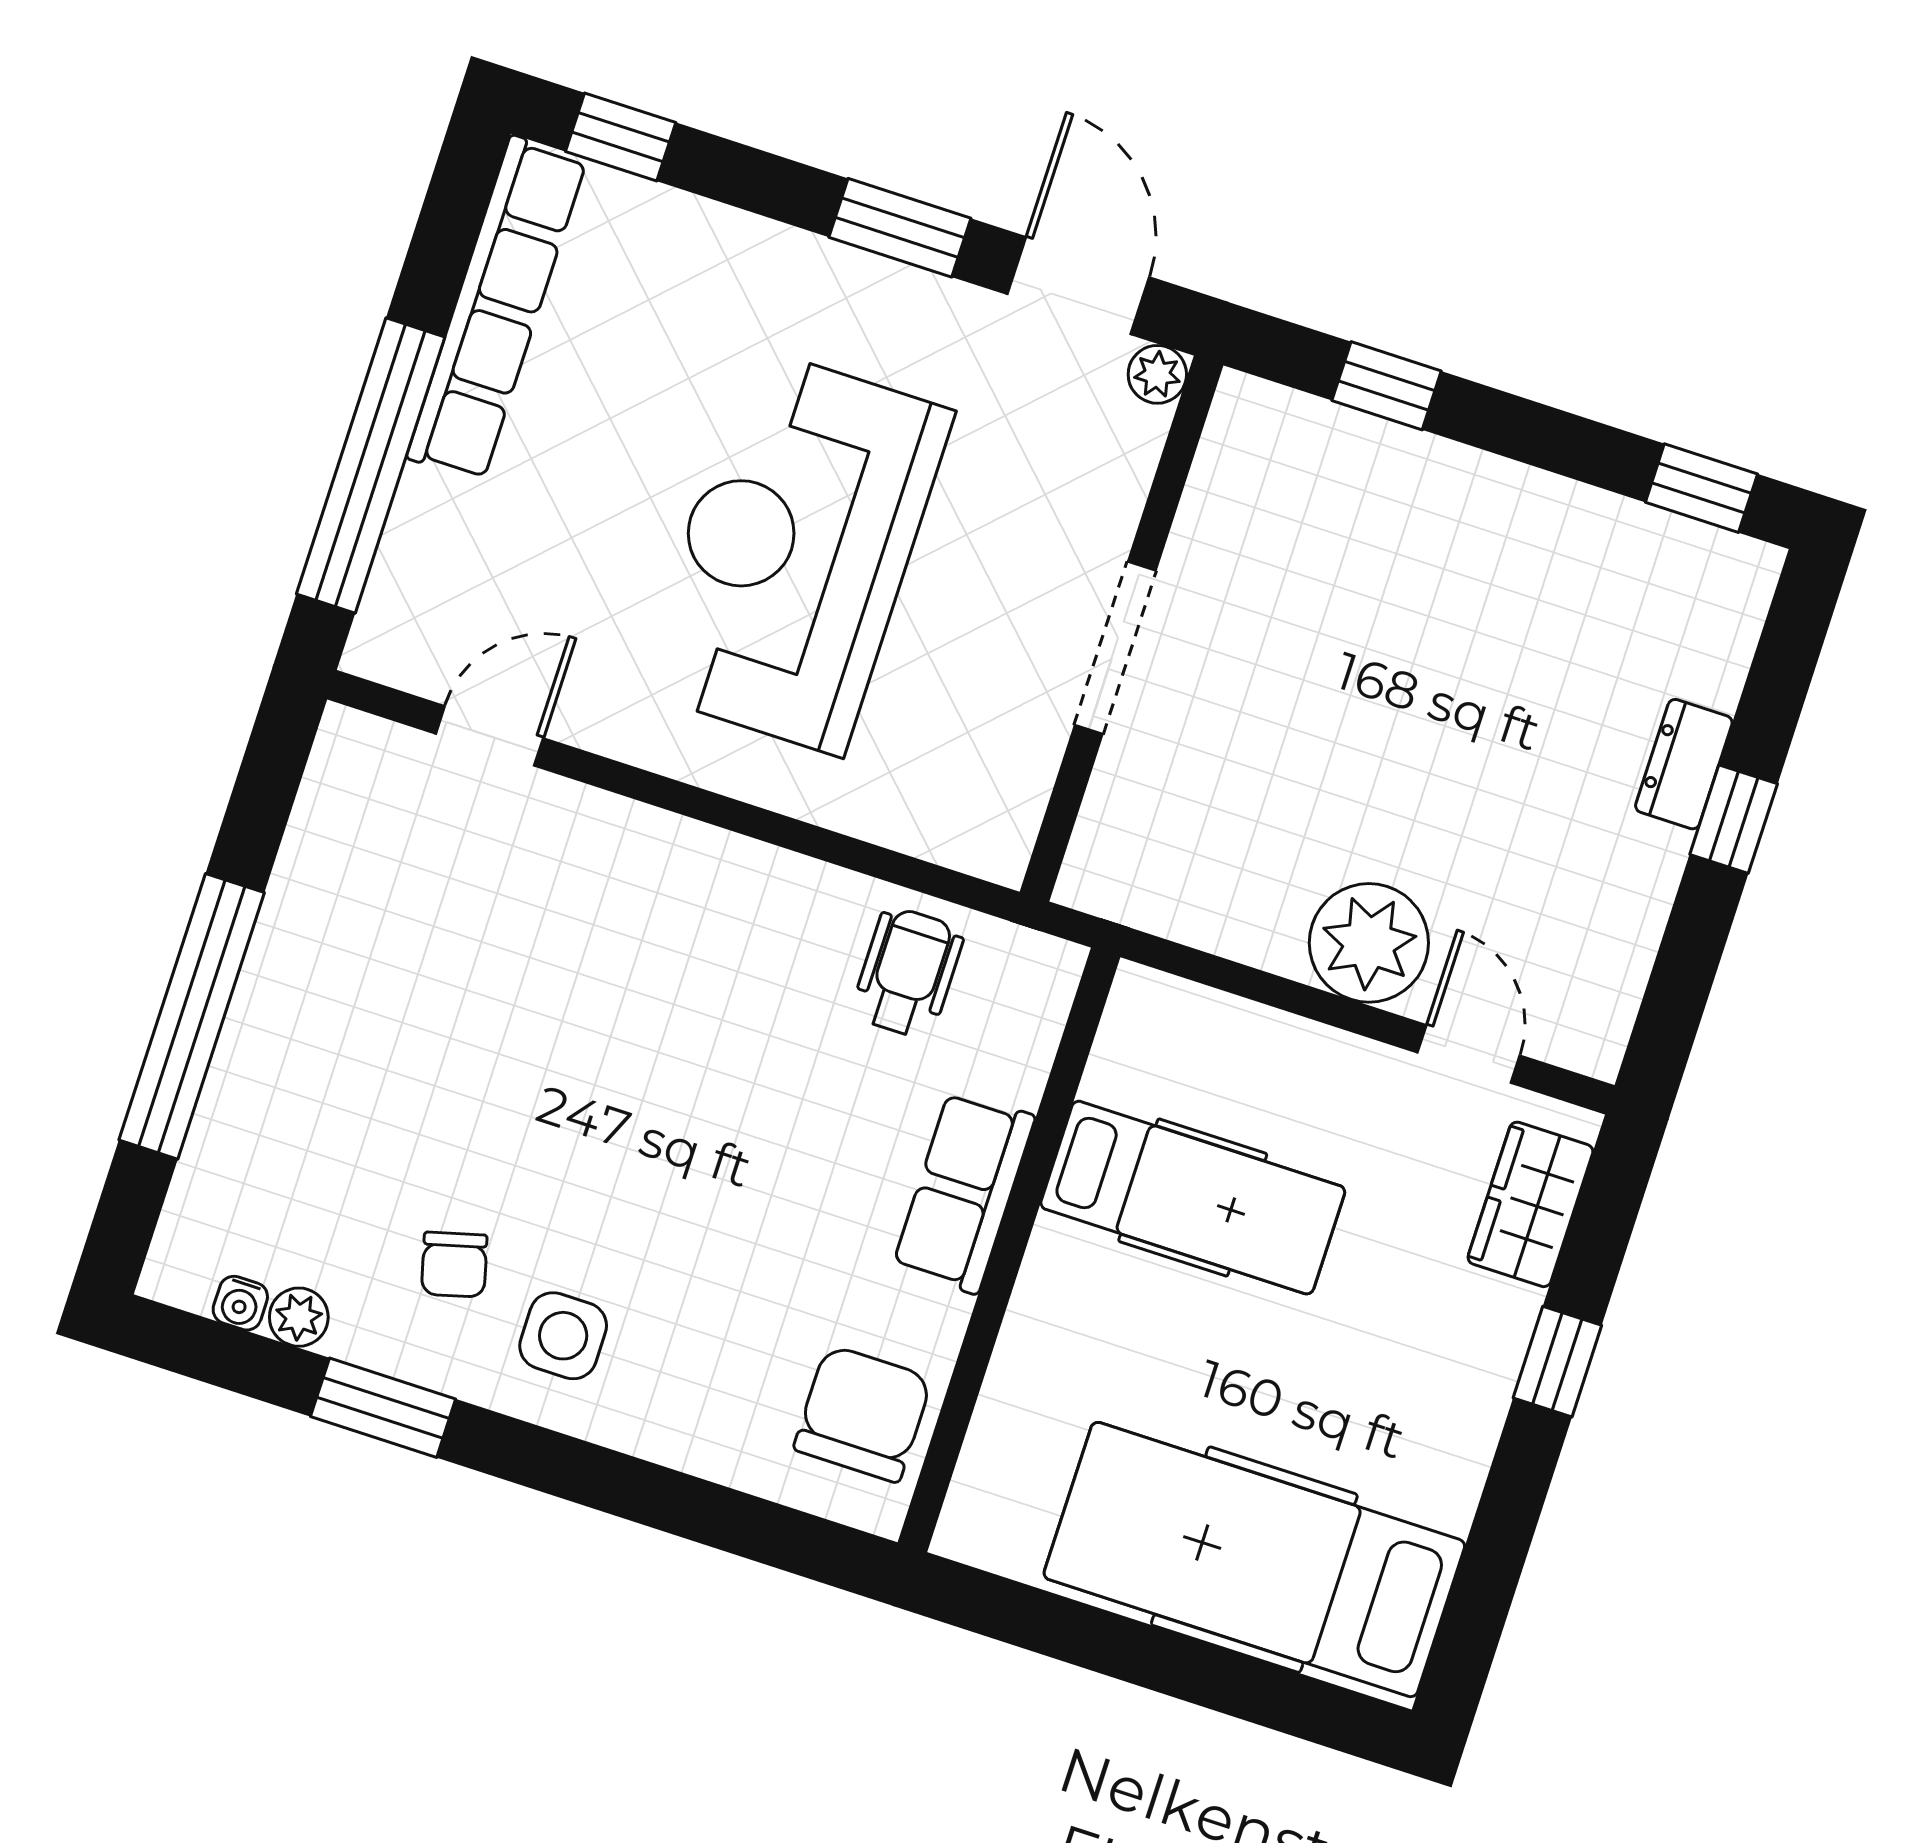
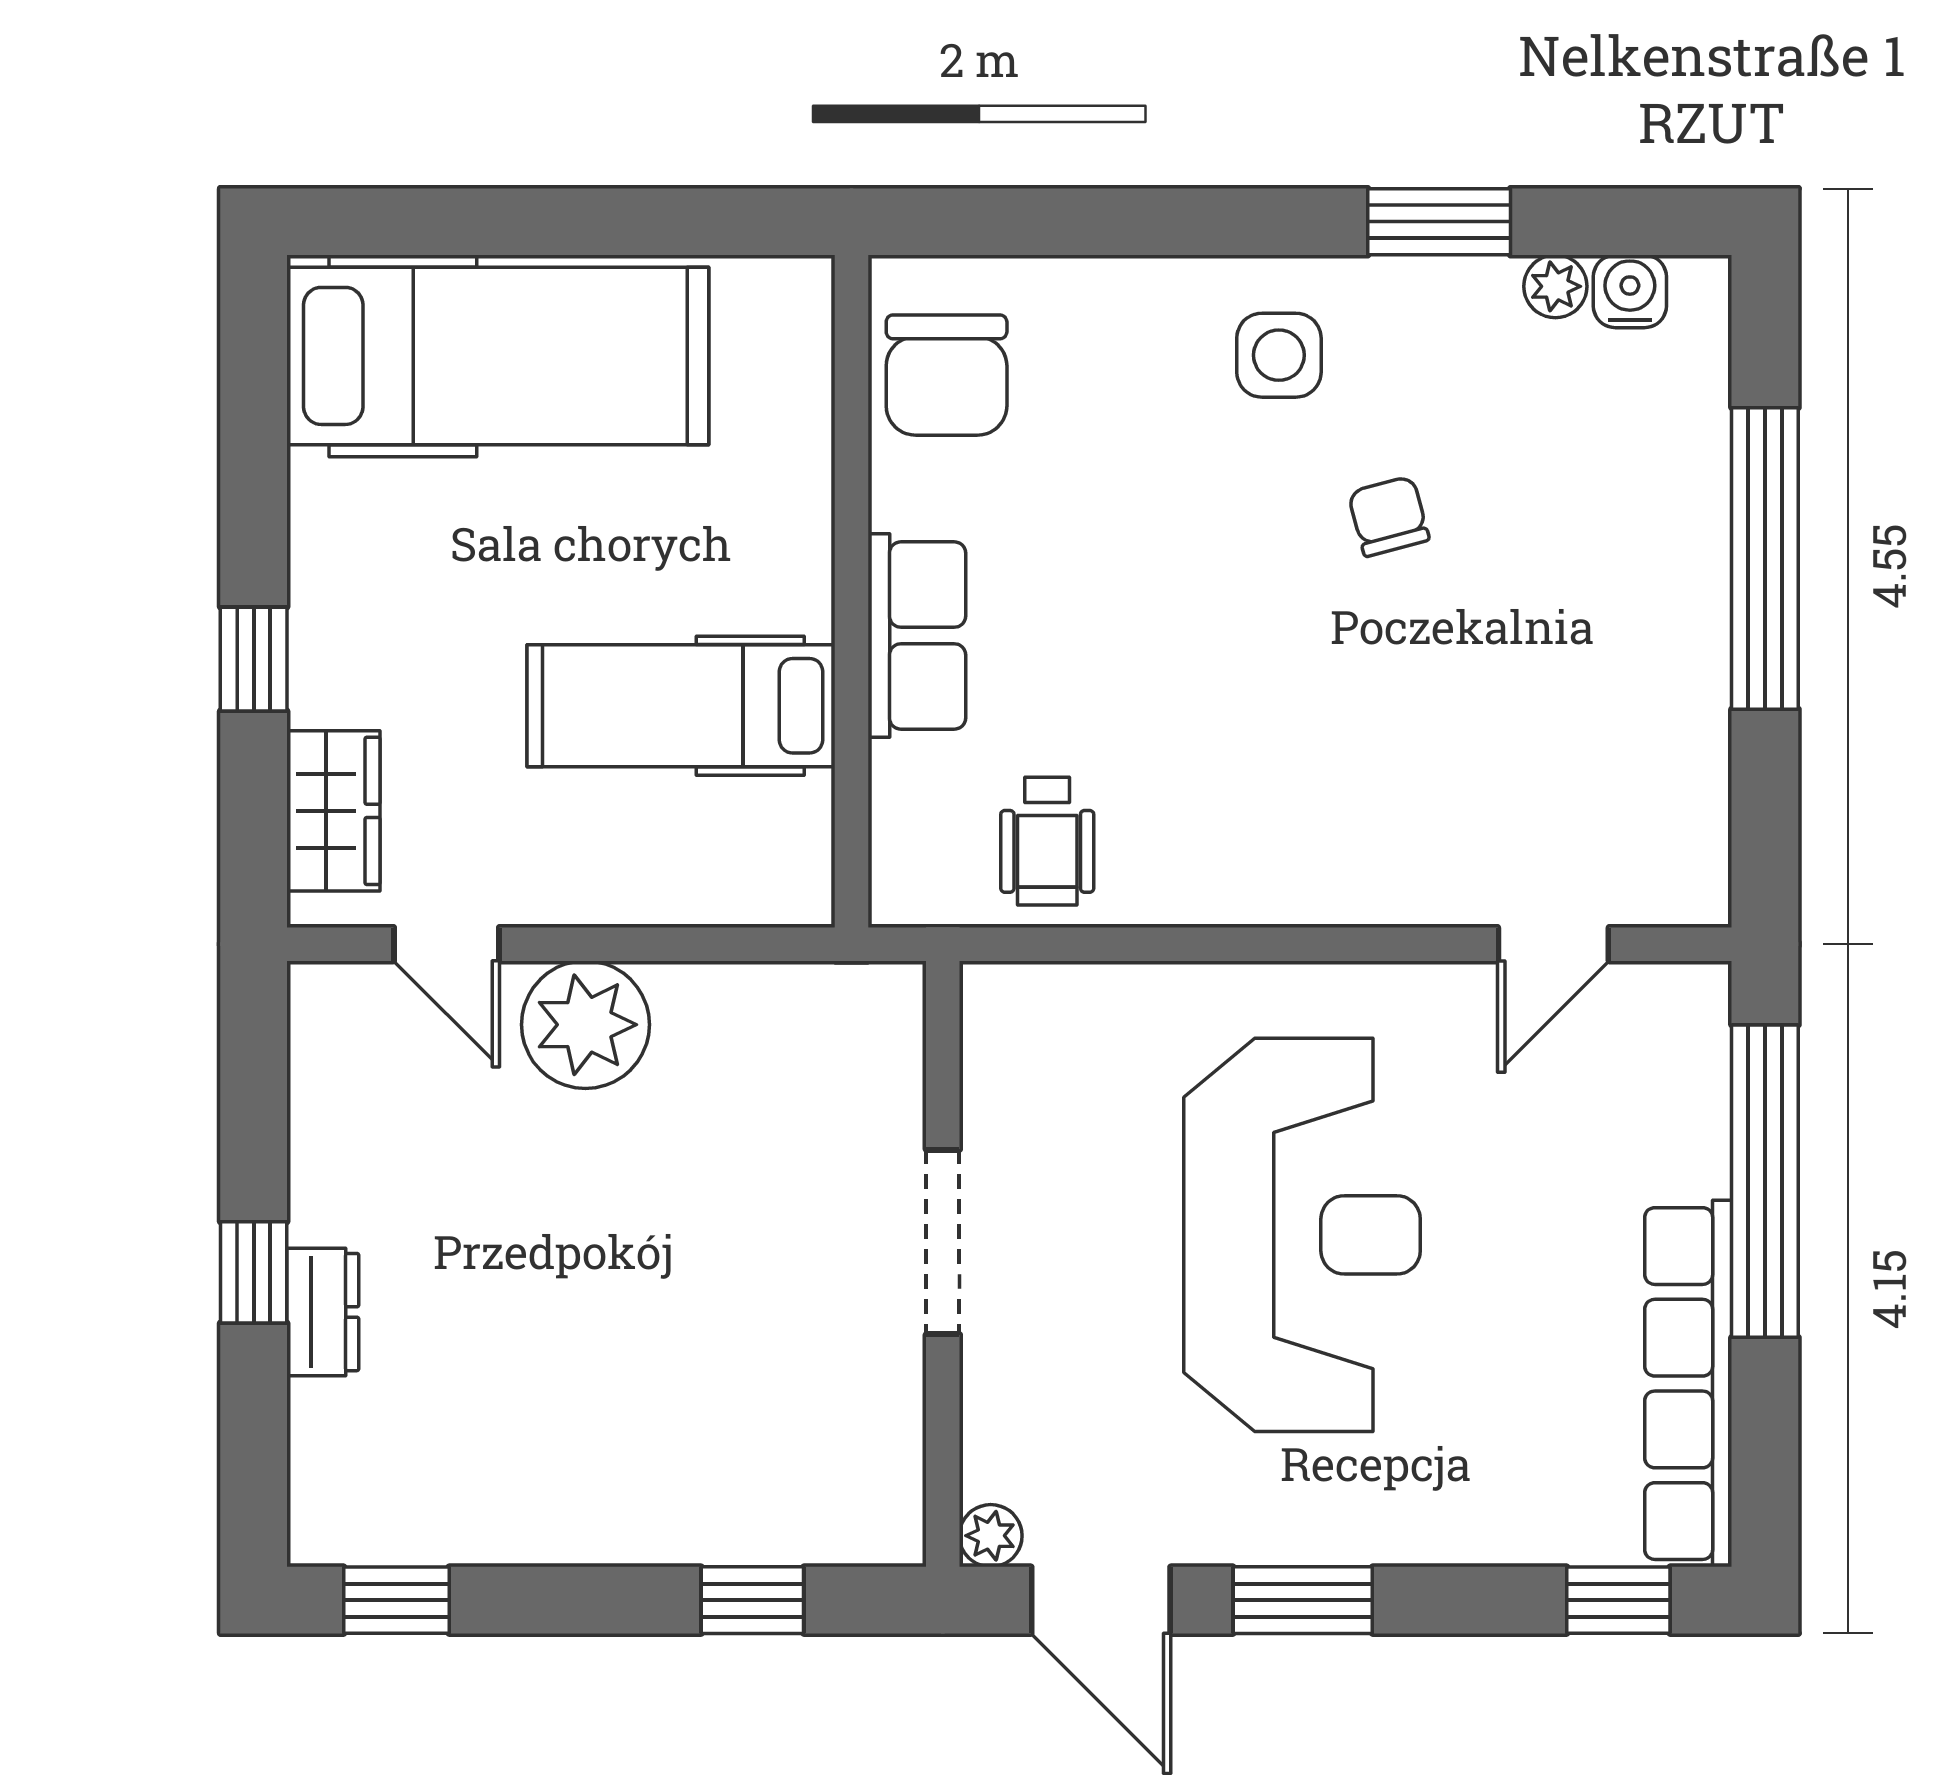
chair: (454, 1265) -> (1389, 516), moved
water cooler: (240, 1303) -> (1630, 291), width x1.38, depth x1.38

